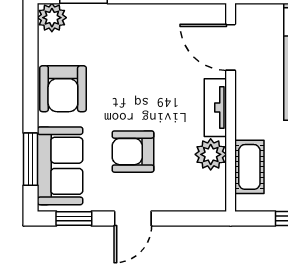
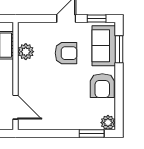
armchair: (63, 89) -> (102, 86), turned 180
tv unit: (215, 108) -> (23, 76), removed

